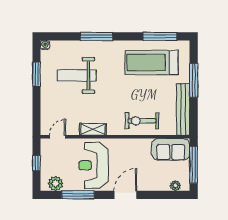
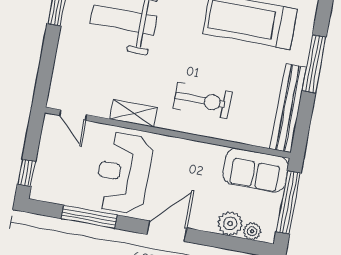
exercise bike: (142, 121) -> (202, 100), moved, turned 180
door: (58, 137) -> (73, 115), swing flipped
window: (36, 163) -> (27, 173), moved
plant: (56, 183) -> (230, 224), moved

